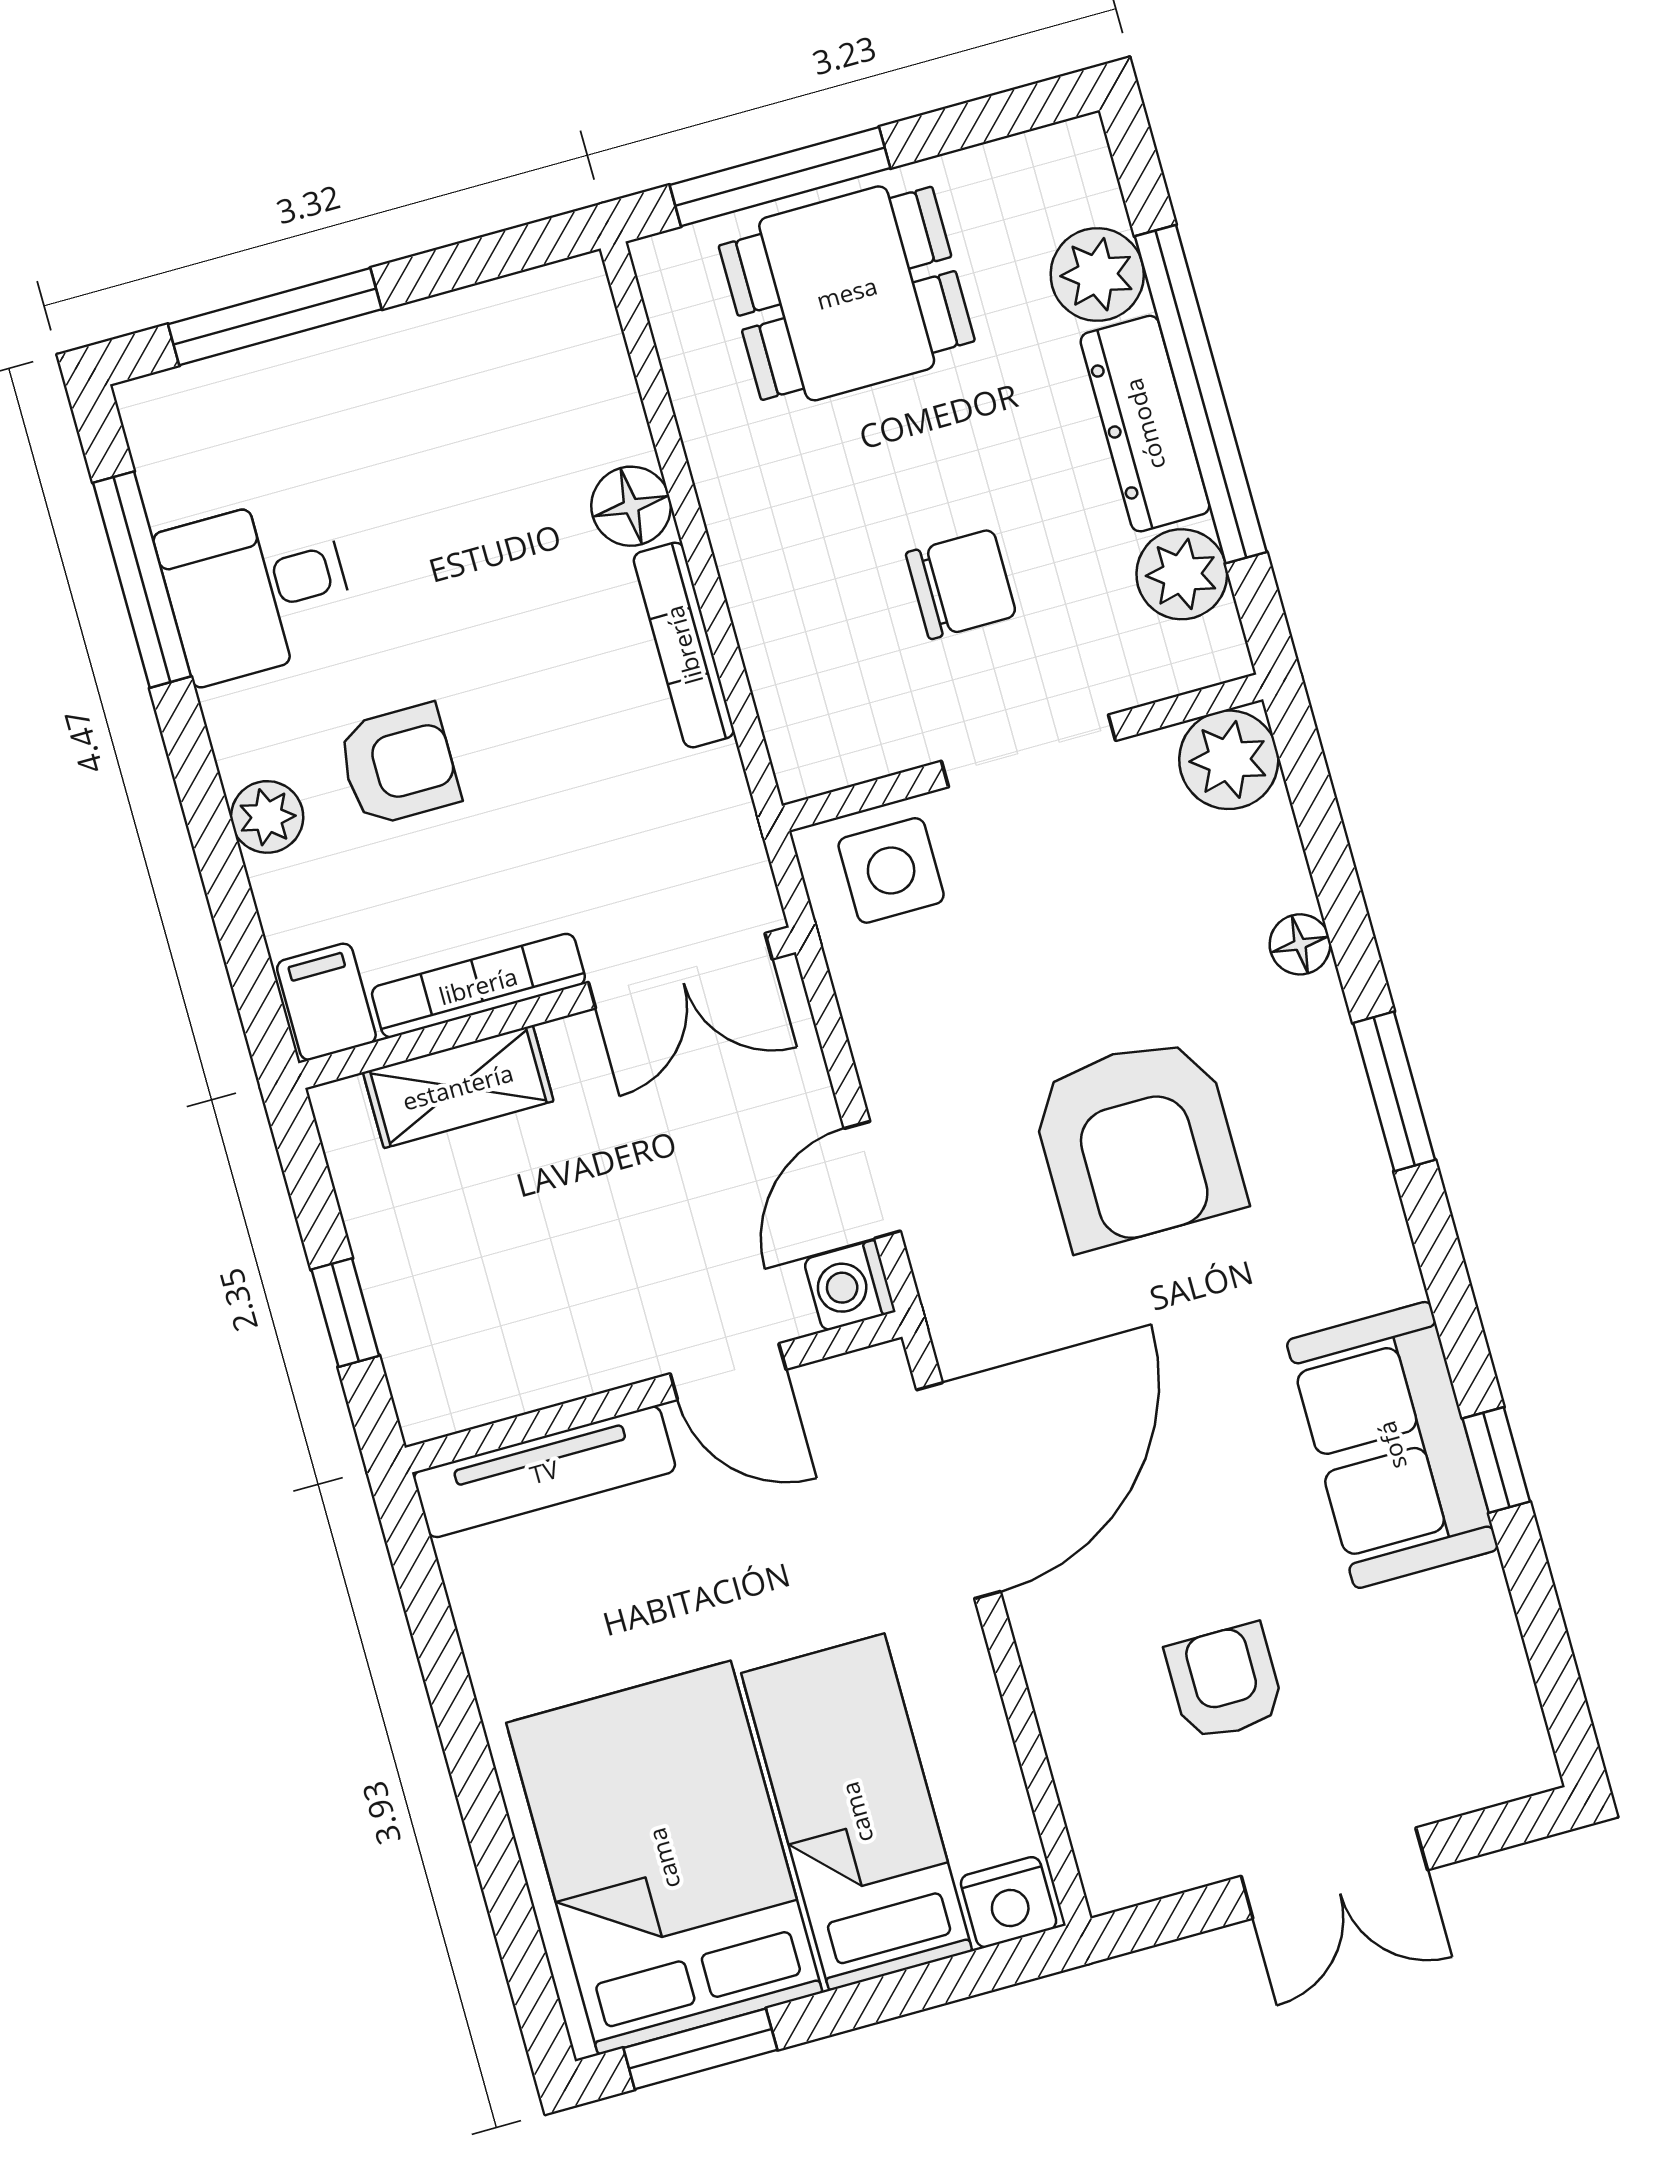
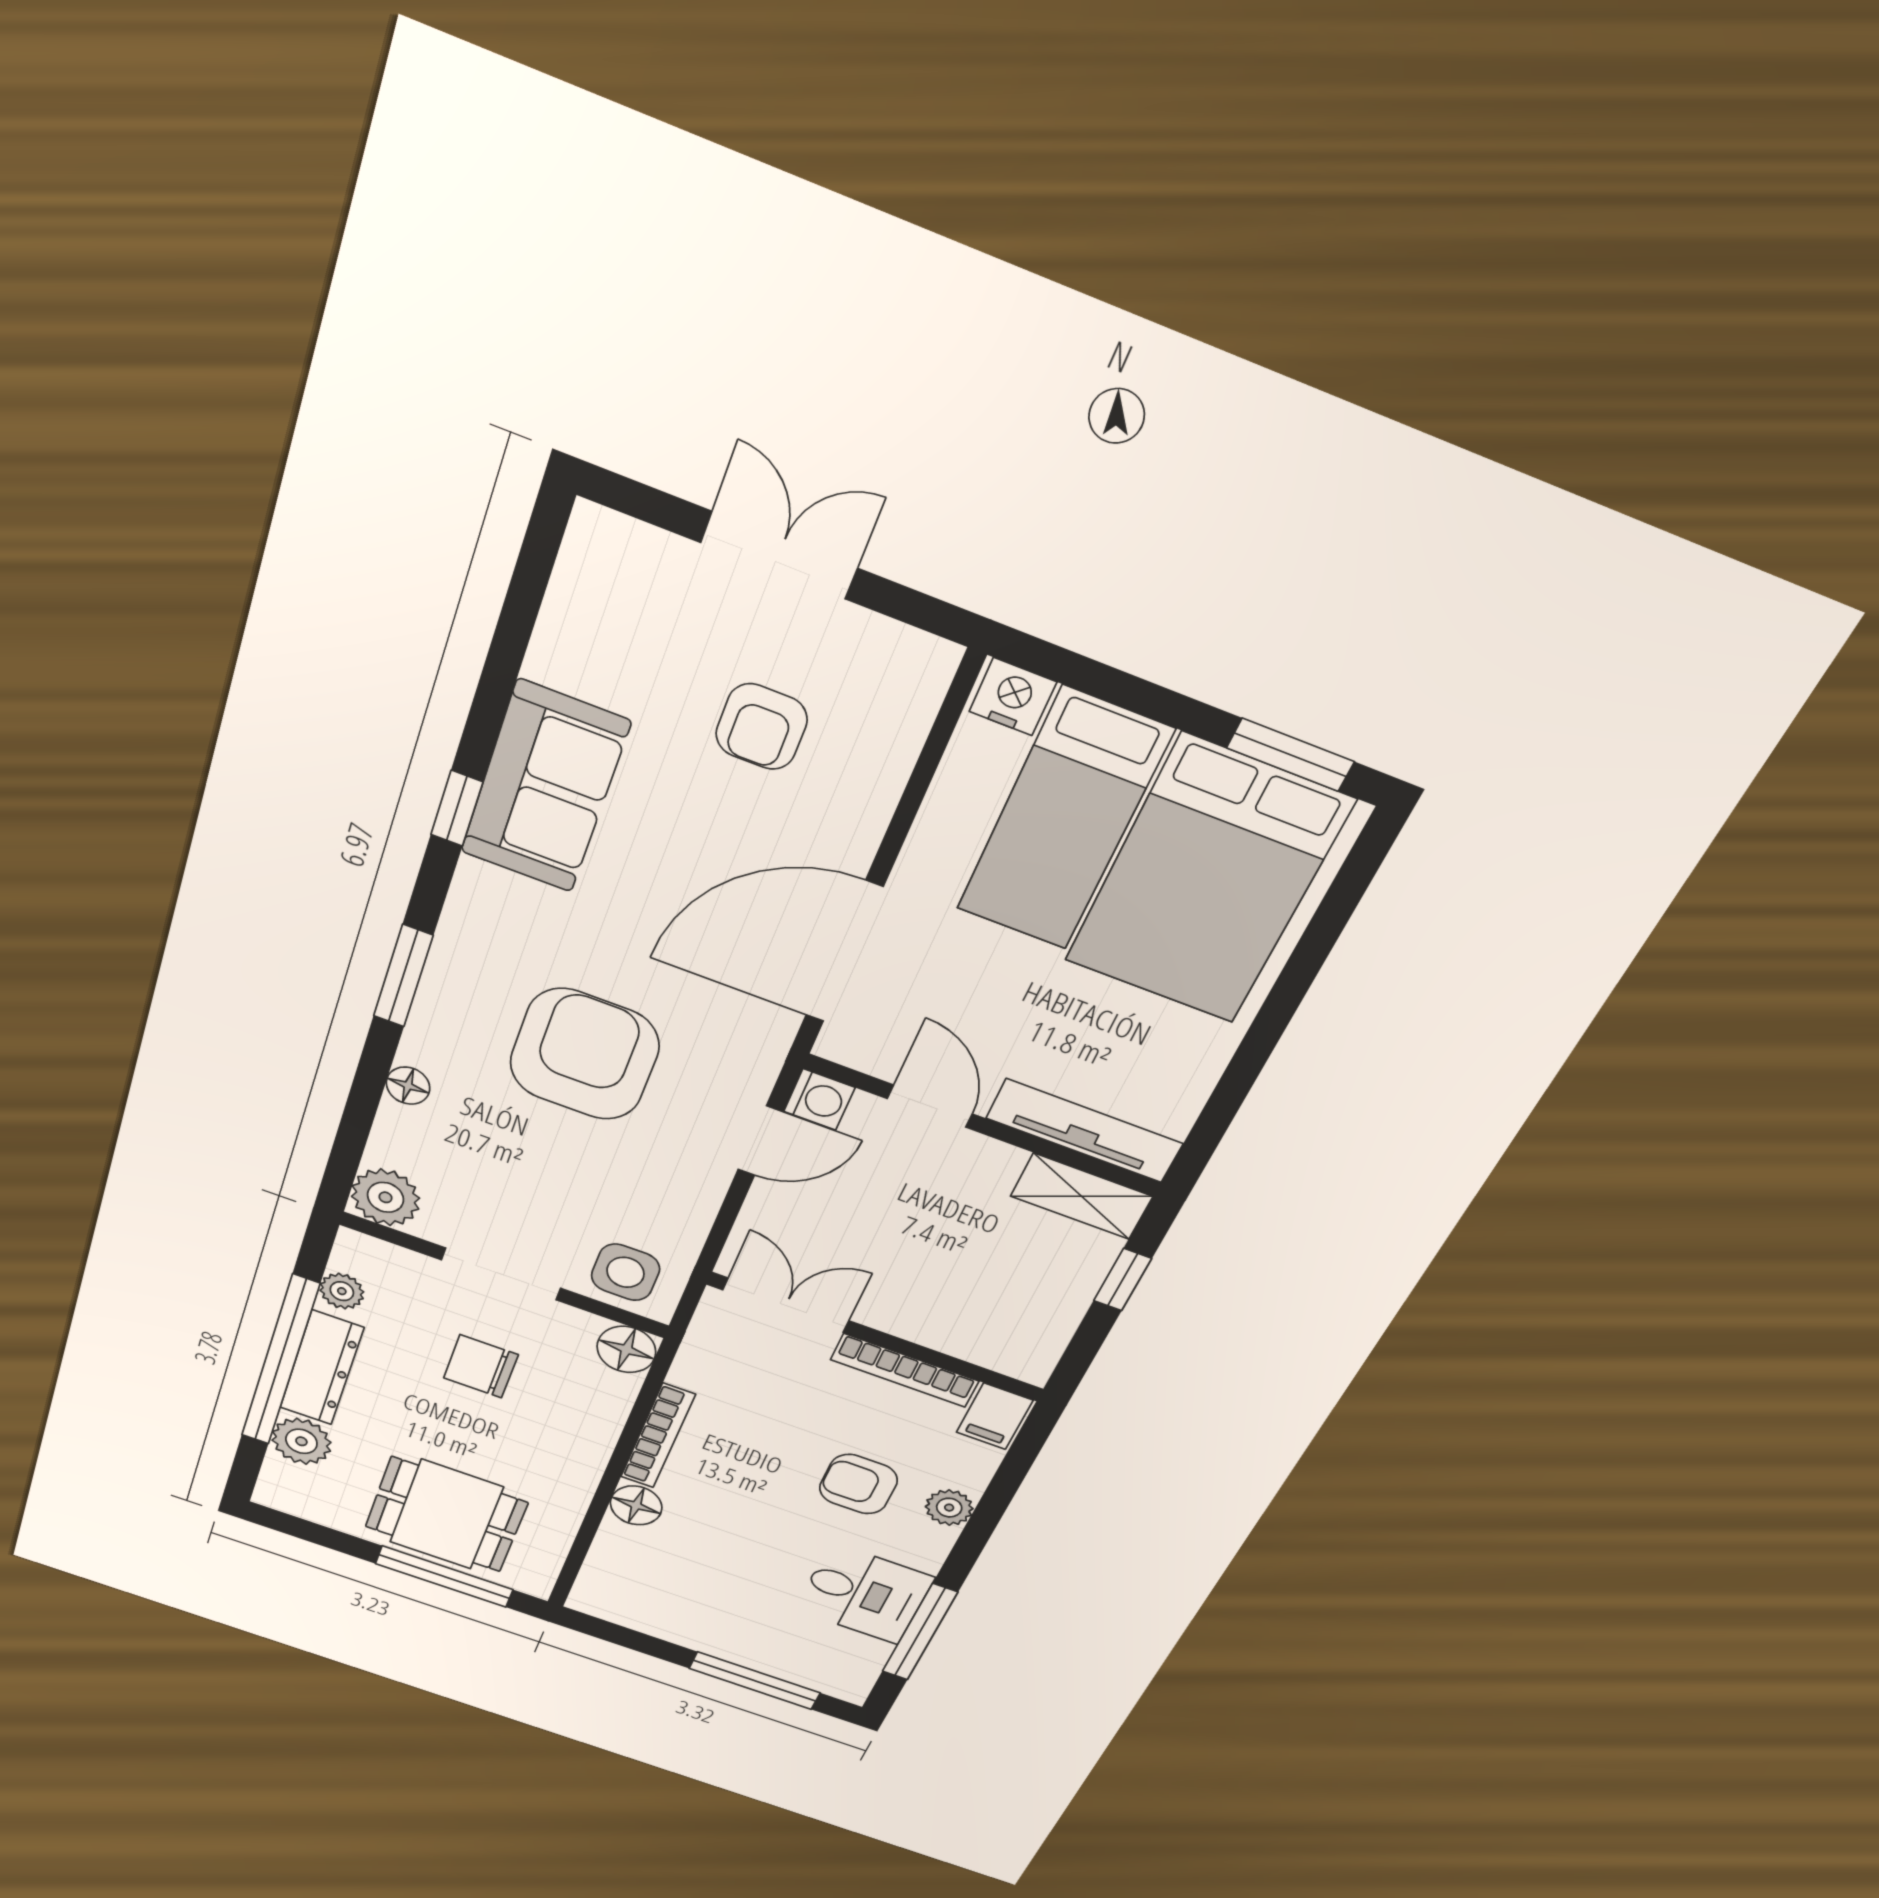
plant: (1182, 574) -> (342, 1291), width x0.73, depth x0.73
floor lamp: (812, 753) -> (626, 1349), added
shelving: (458, 1087) -> (1082, 1196), moved
window: (1496, 1460) -> (457, 808), moved

